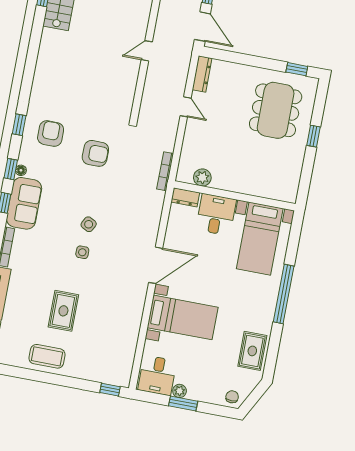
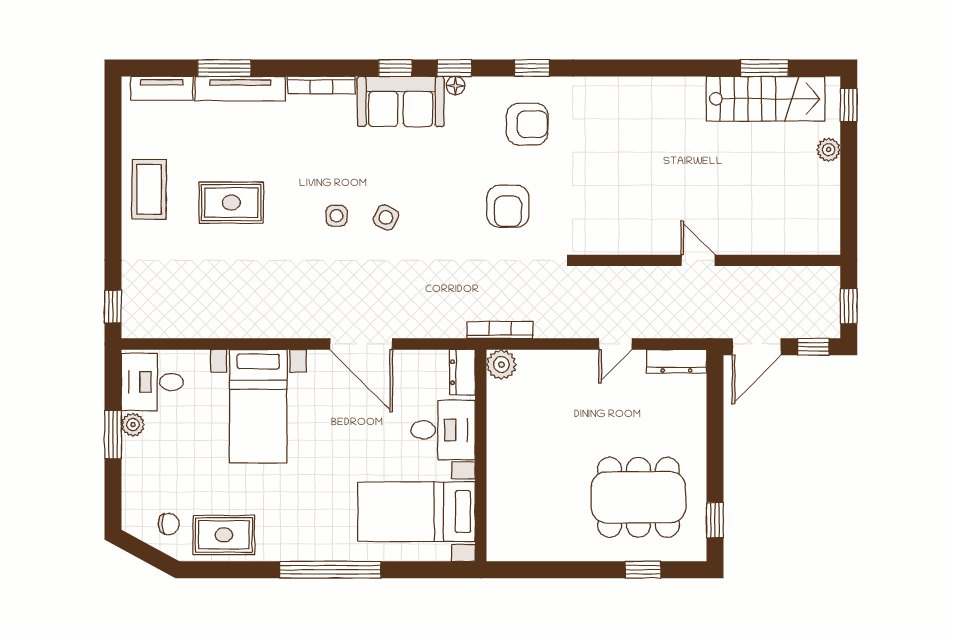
window: (313, 136) -> (643, 570), moved
plant: (202, 178) -> (501, 365), moved
door: (156, 265) -> (361, 344), moved
chair: (232, 397) -> (169, 524), moved

